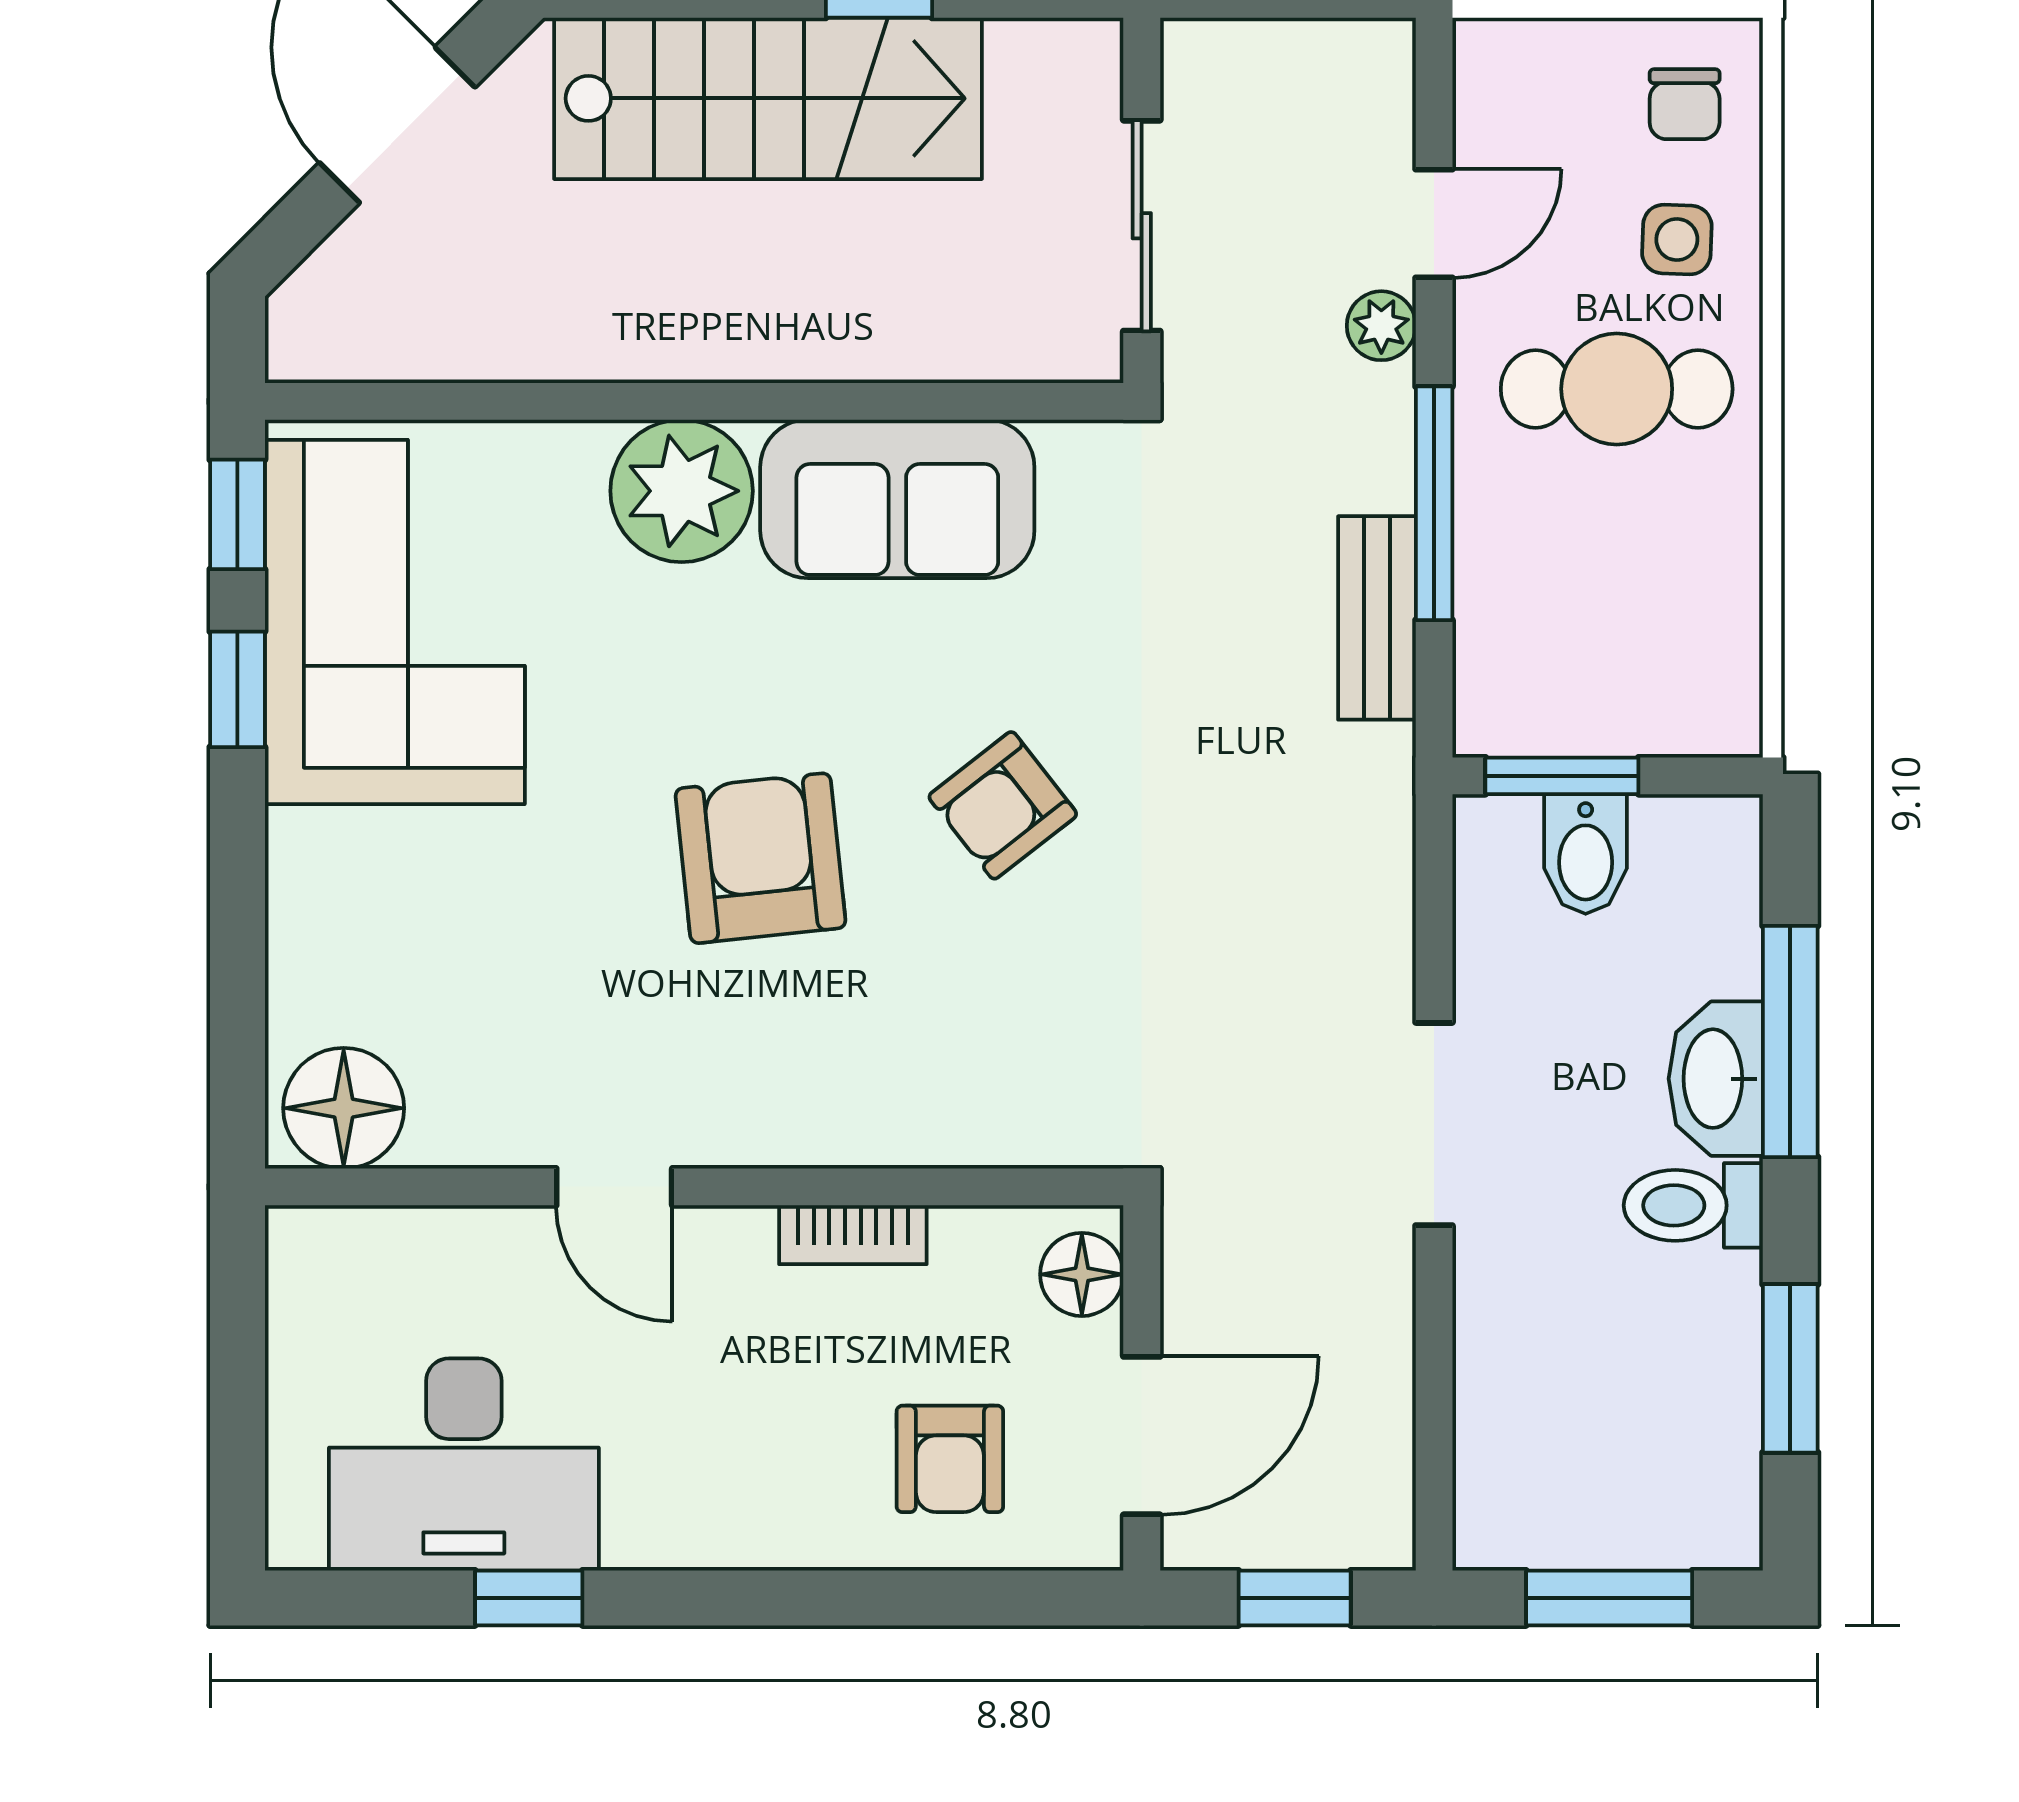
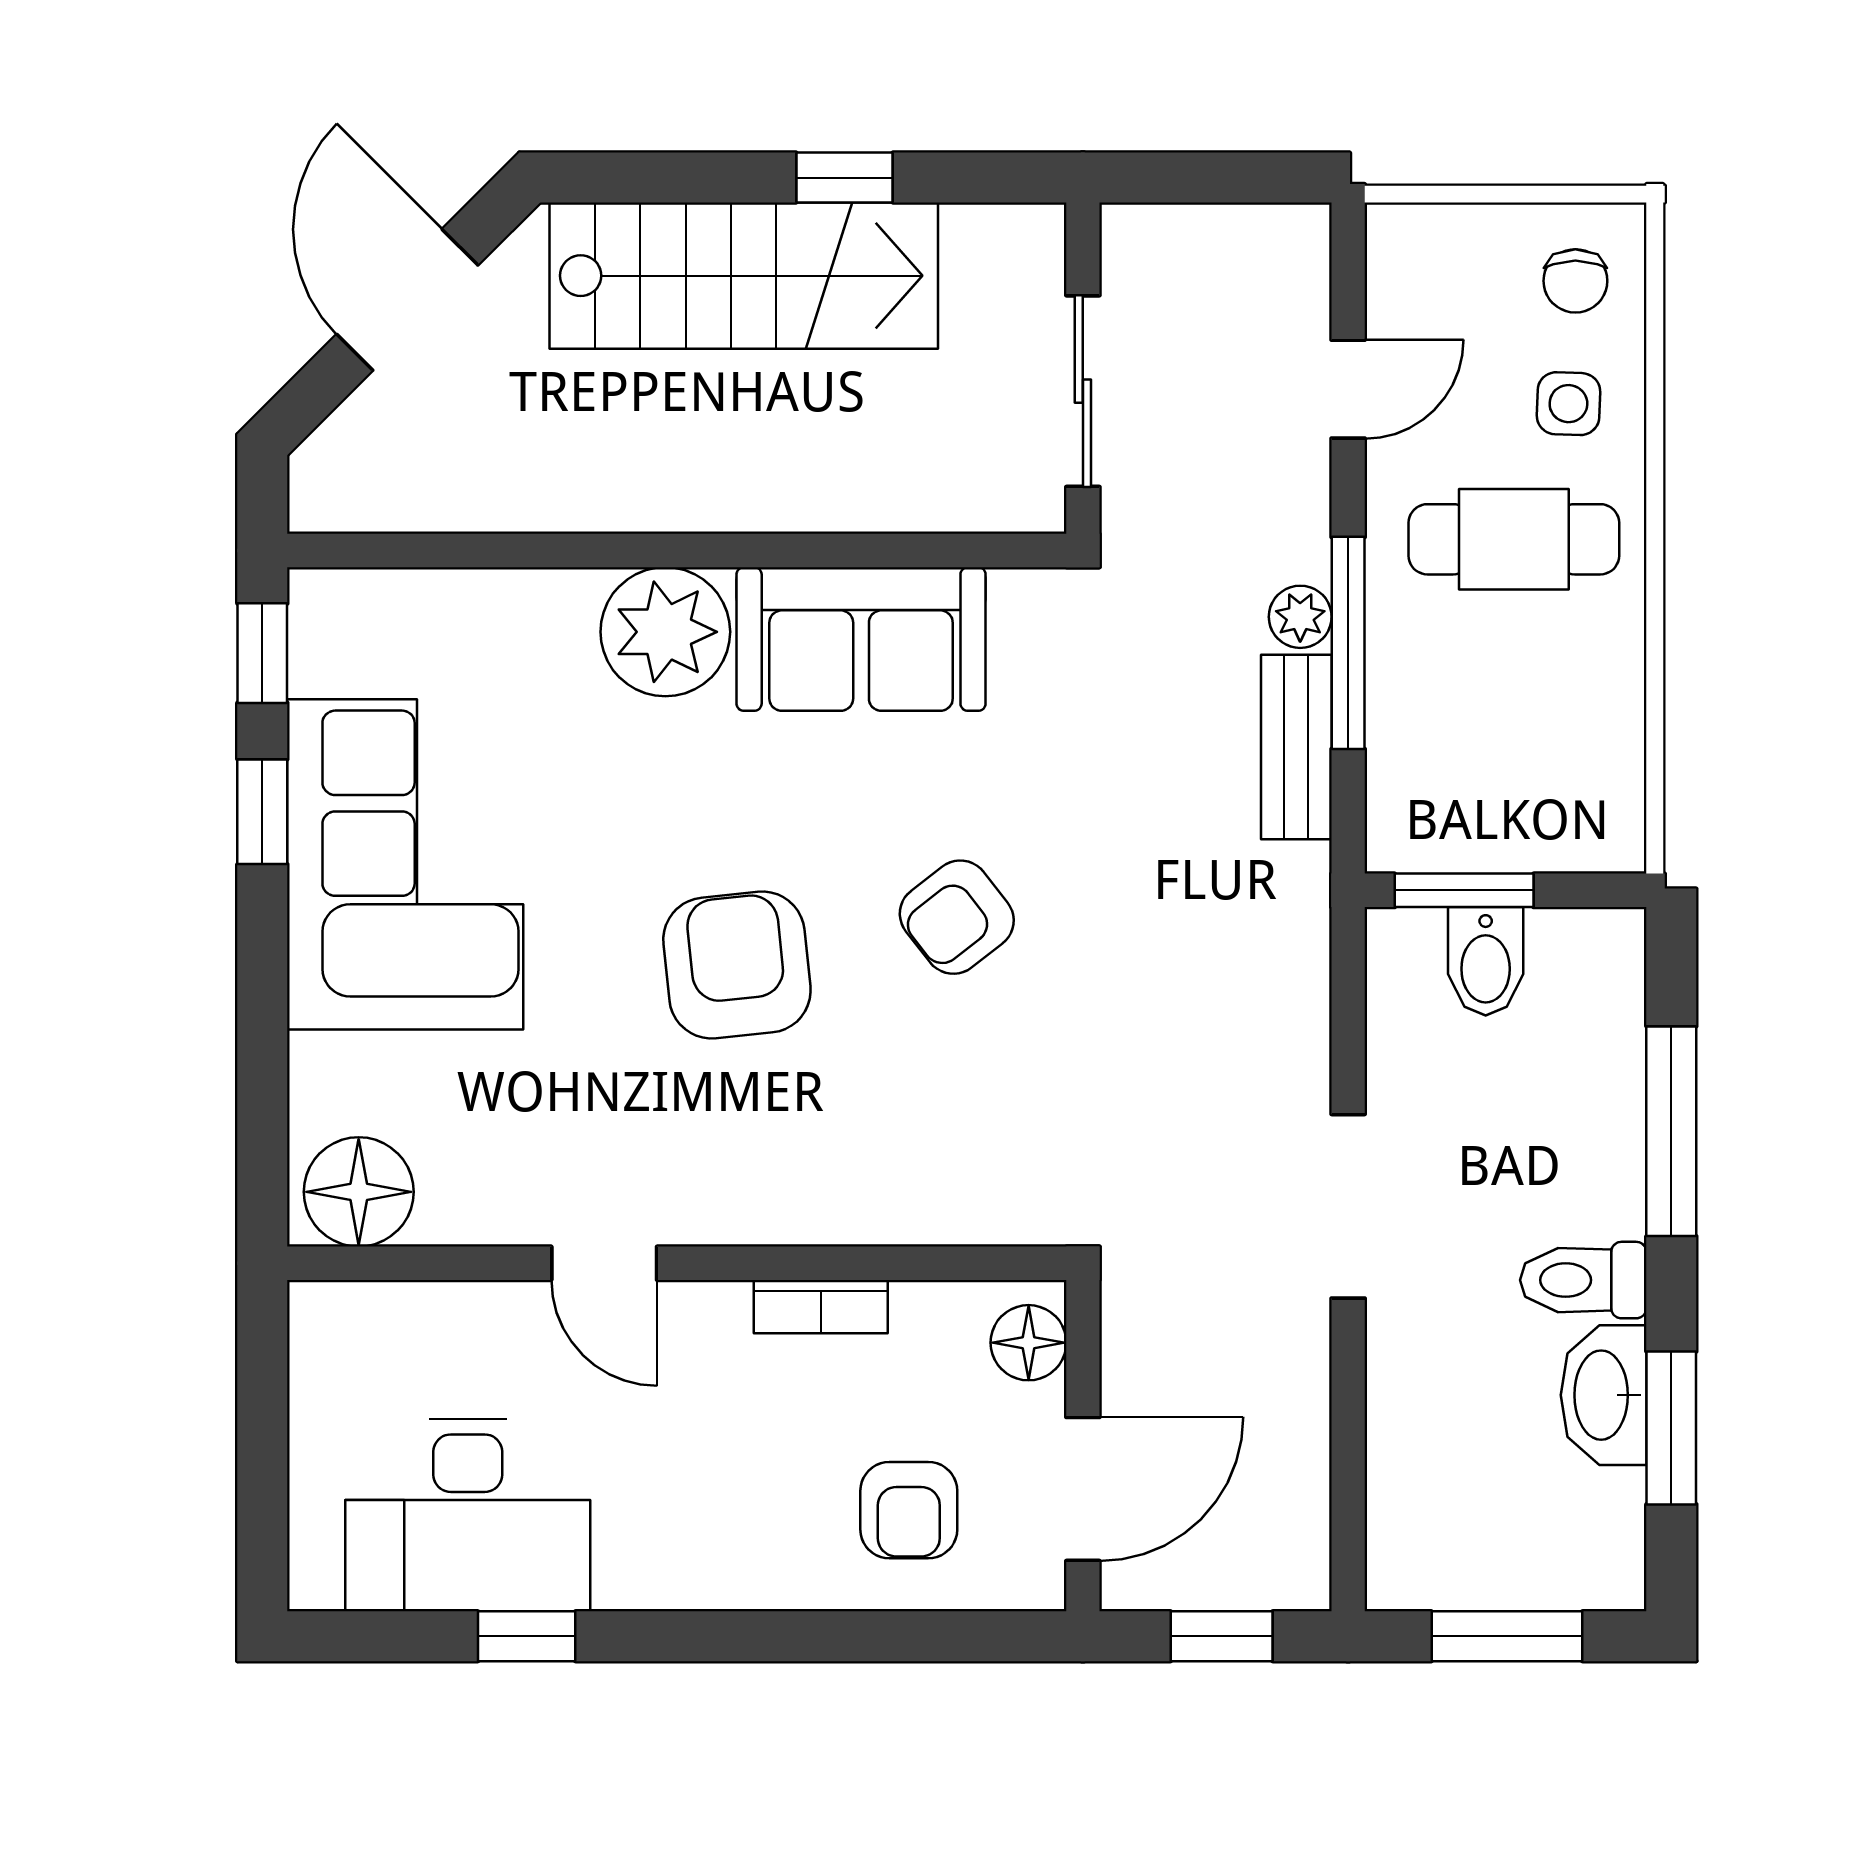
plant: (1381, 326) -> (1300, 617), moved
corner sofa: (395, 622) -> (405, 864), moved
washbasin: (1716, 1079) -> (1604, 1395), moved

